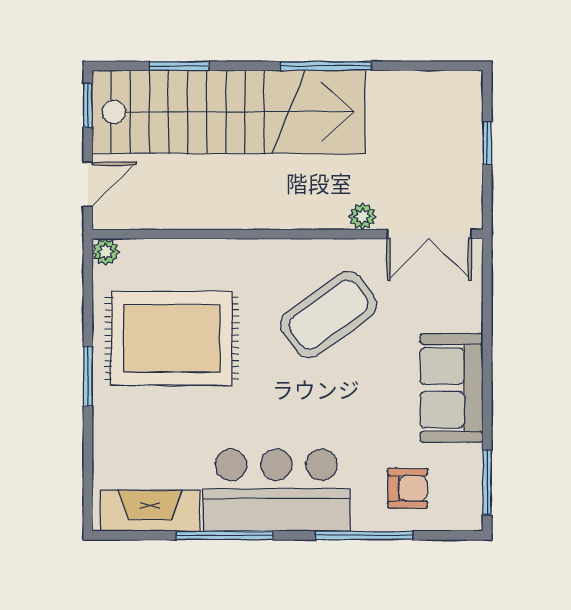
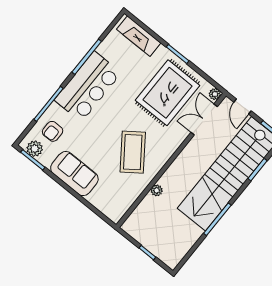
double door: (429, 234) -> (204, 120), moved
plant: (464, 495) -> (35, 149), added
fireplace: (150, 511) -> (139, 36), moved, turned 90

